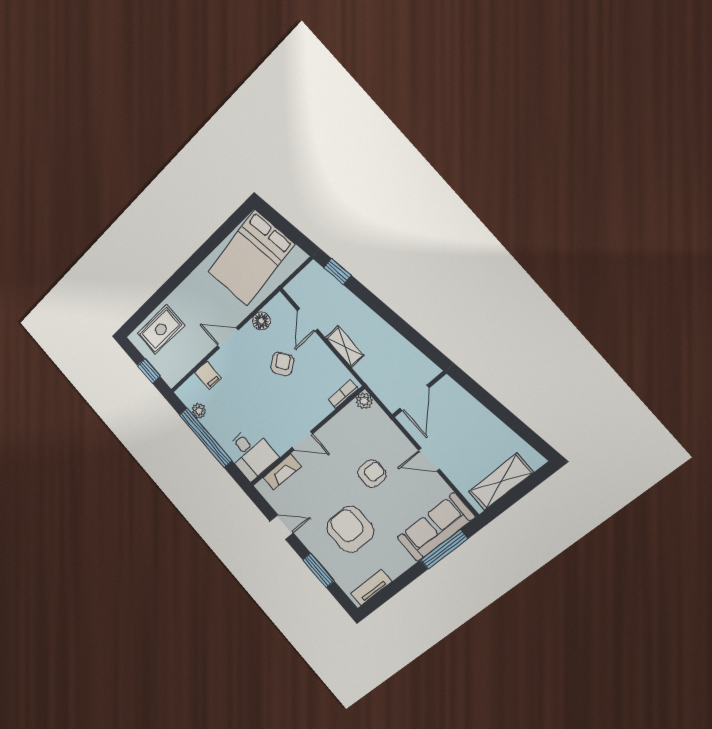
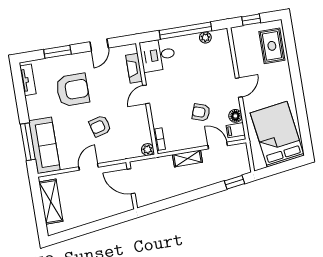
armchair: (282, 364) -> (201, 112), turned 143
filing cabinet: (208, 375) -> (236, 130), moved
armchair: (372, 474) -> (100, 126), turned 75

